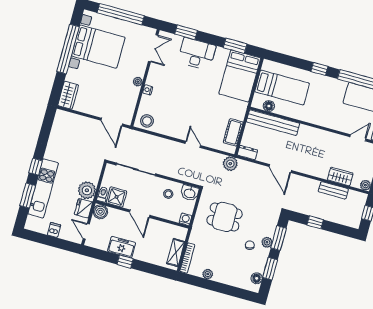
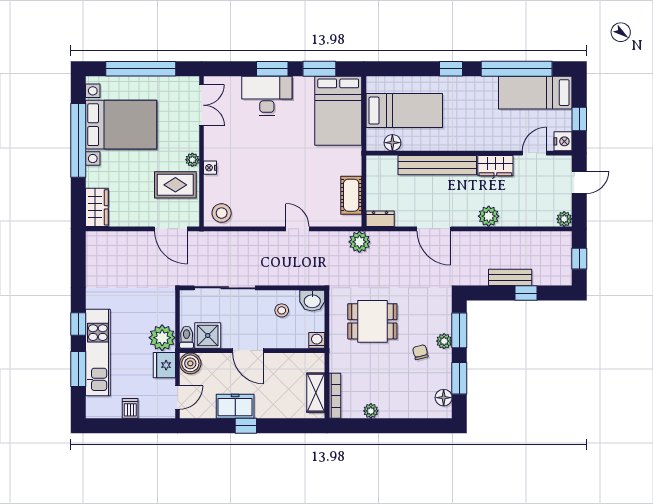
window: (186, 32) -> (272, 69), moved
rug: (122, 95) -> (175, 185), added
bench: (273, 123) -> (437, 165), moved
plant: (318, 170) -> (489, 216), added
wardrobe: (340, 177) -> (495, 166), moved, turned 180
bench: (333, 190) -> (510, 277), moved
window: (315, 222) -> (526, 293), moved
door: (86, 231) -> (178, 397), swing flipped

